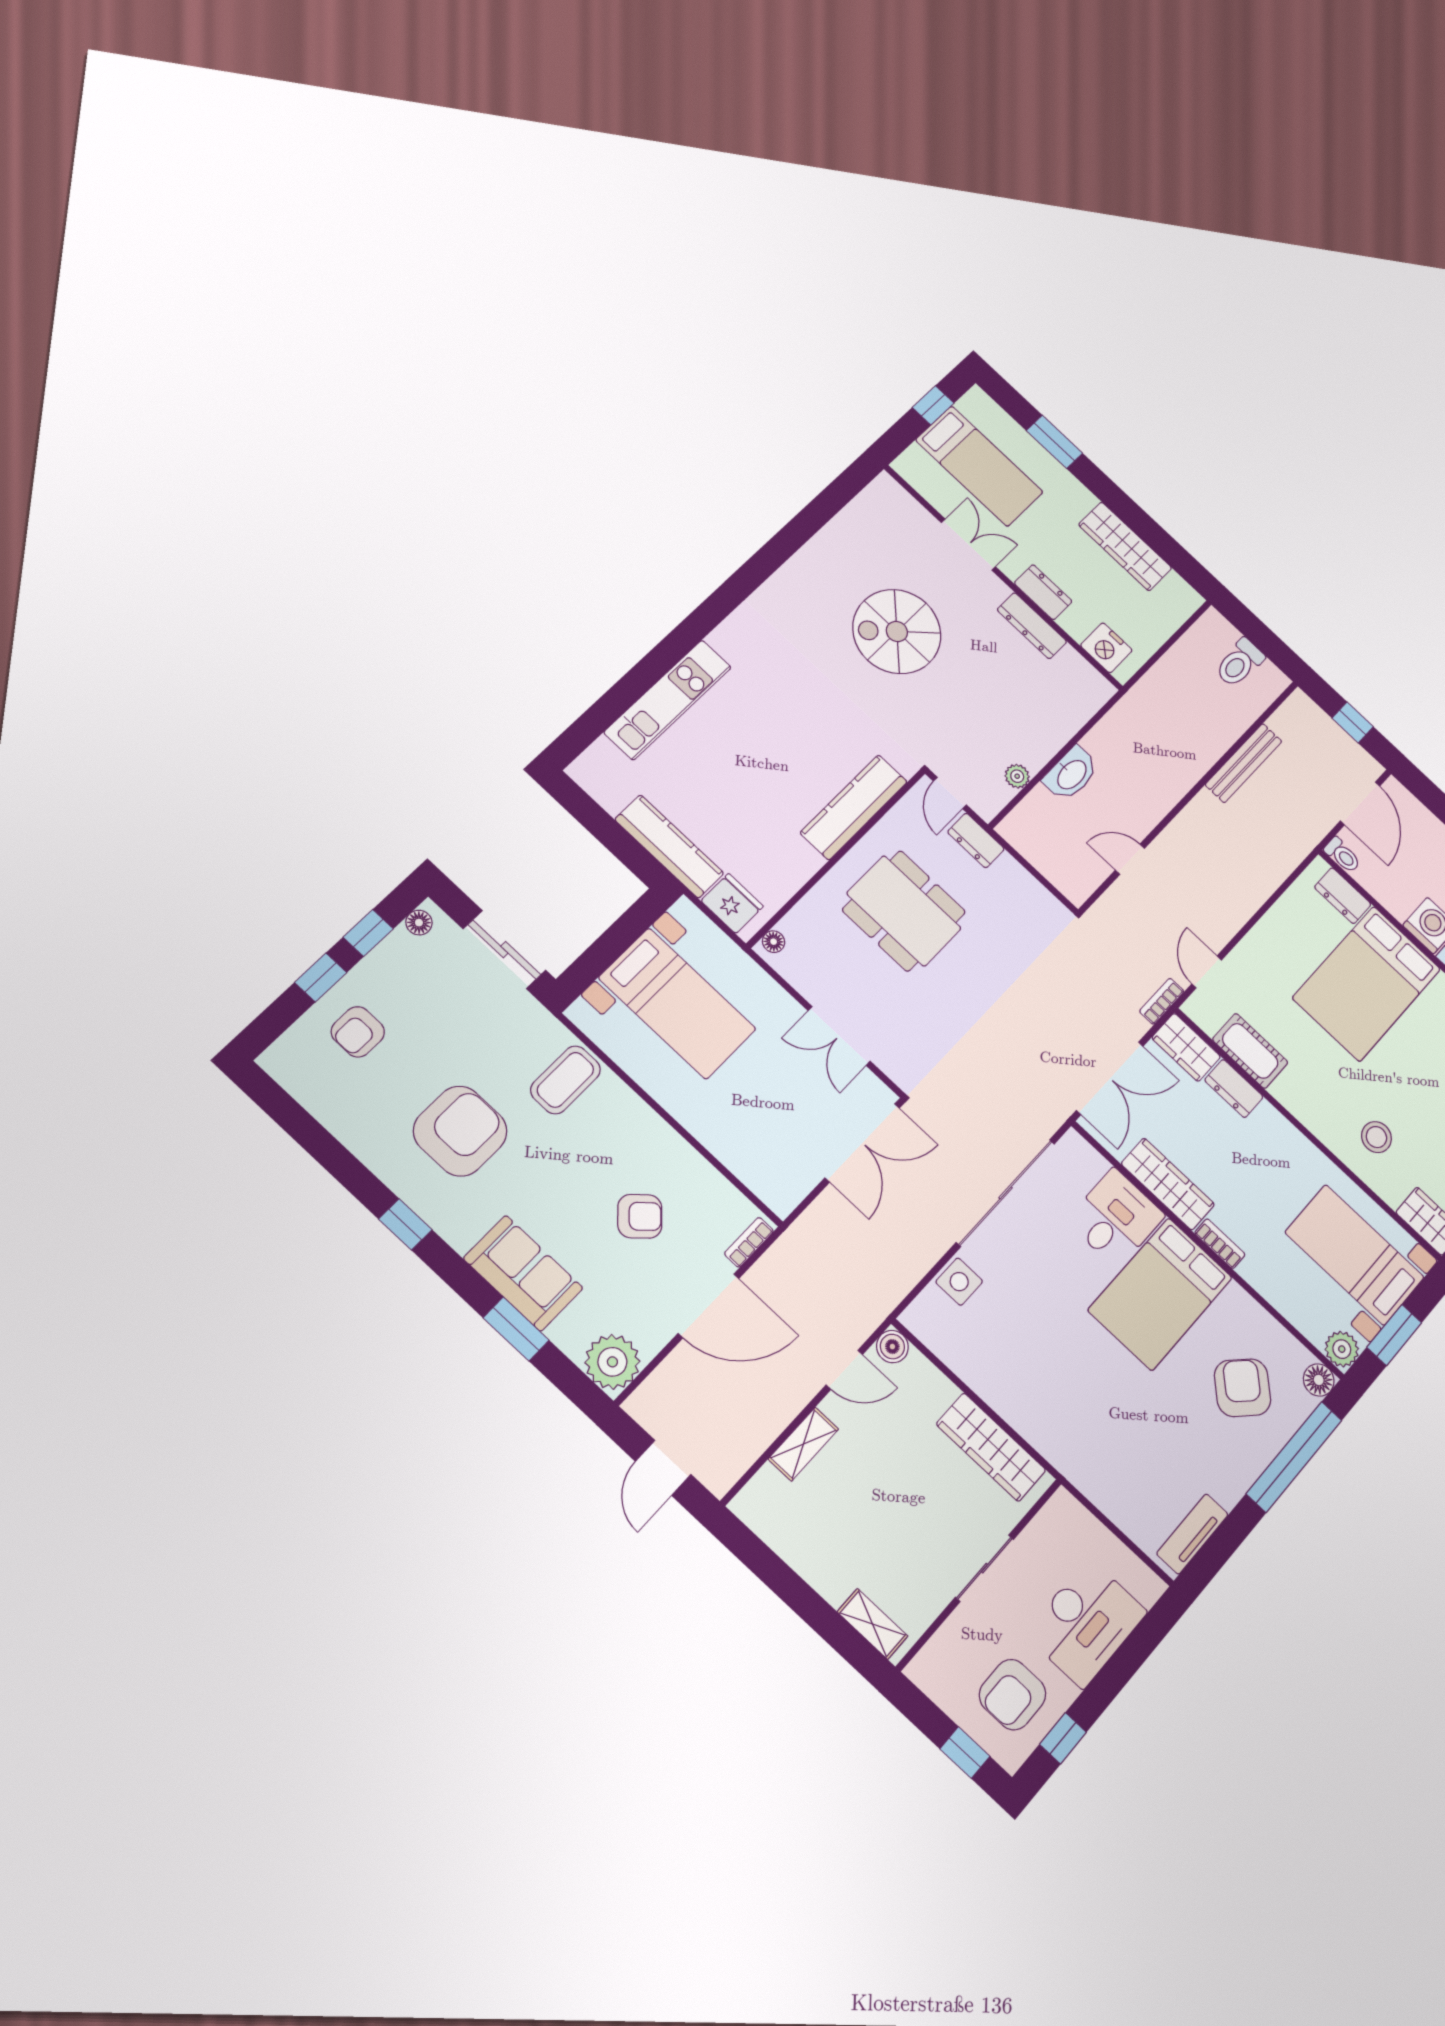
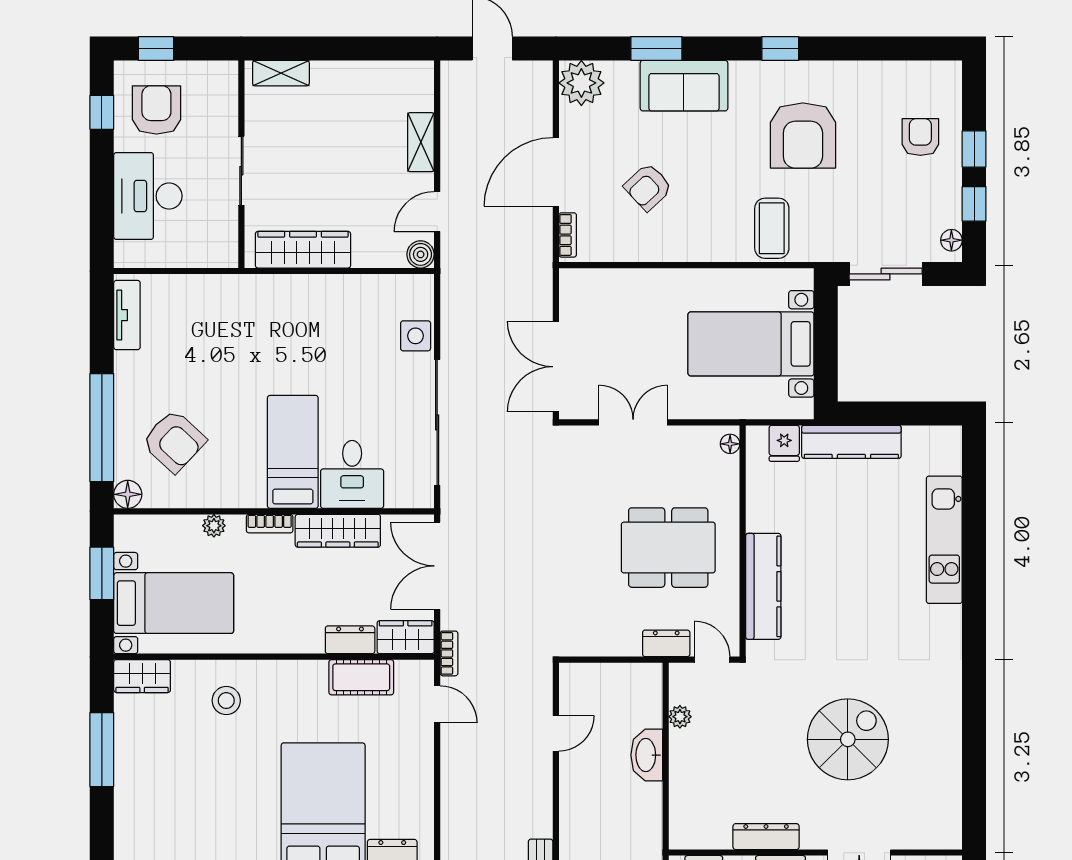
fridge: (732, 903) -> (784, 443), width x0.72
bed: (1160, 1294) -> (293, 452), width x0.67
plant: (1342, 1349) -> (214, 526), moved, width x0.73, depth x0.73

